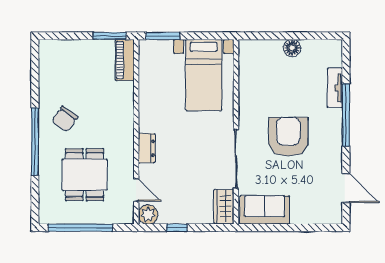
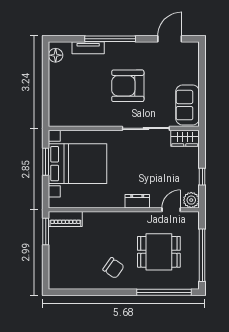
window: (163, 36) -> (46, 162), moved
floor lamp: (292, 48) -> (56, 55), moved
bed with nightstands: (204, 75) -> (78, 164), width x1.36
window: (35, 142) -> (164, 292), moved

